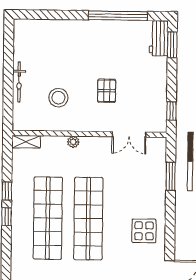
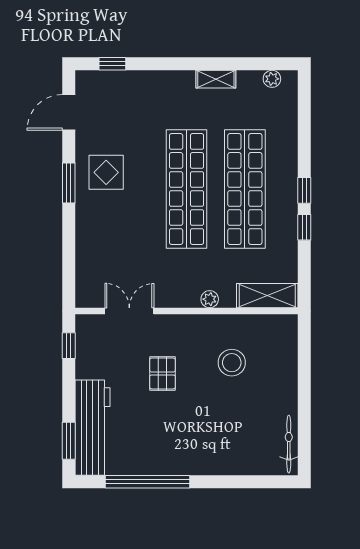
workbench: (159, 38) -> (93, 428), width x1.87, depth x1.32
bicycle: (19, 82) -> (289, 444), moved
shelving: (26, 142) -> (267, 296), width x1.50, depth x1.33
window: (171, 176) -> (69, 183), moved

